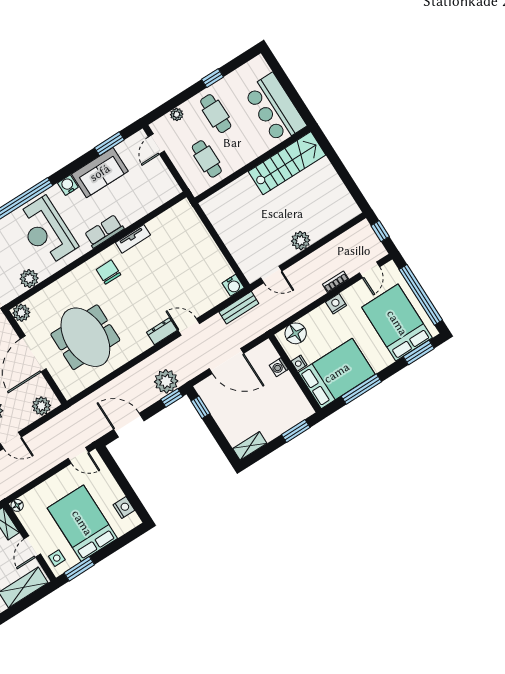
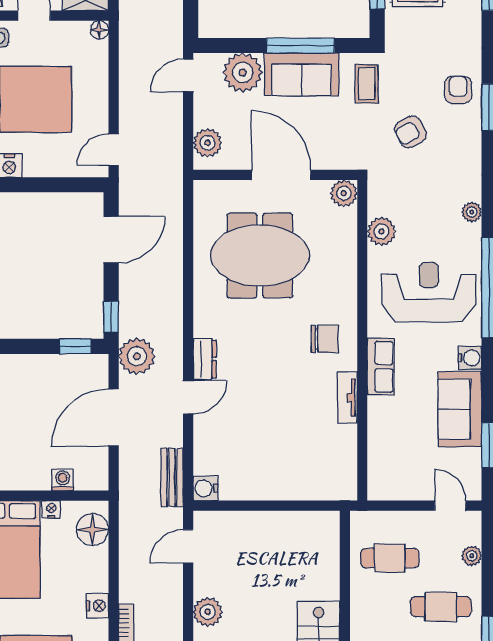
plant: (166, 381) -> (137, 356), moved

